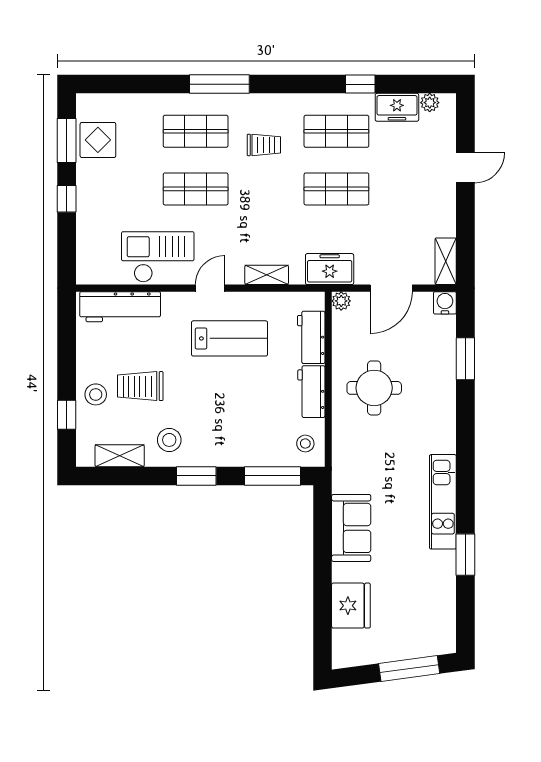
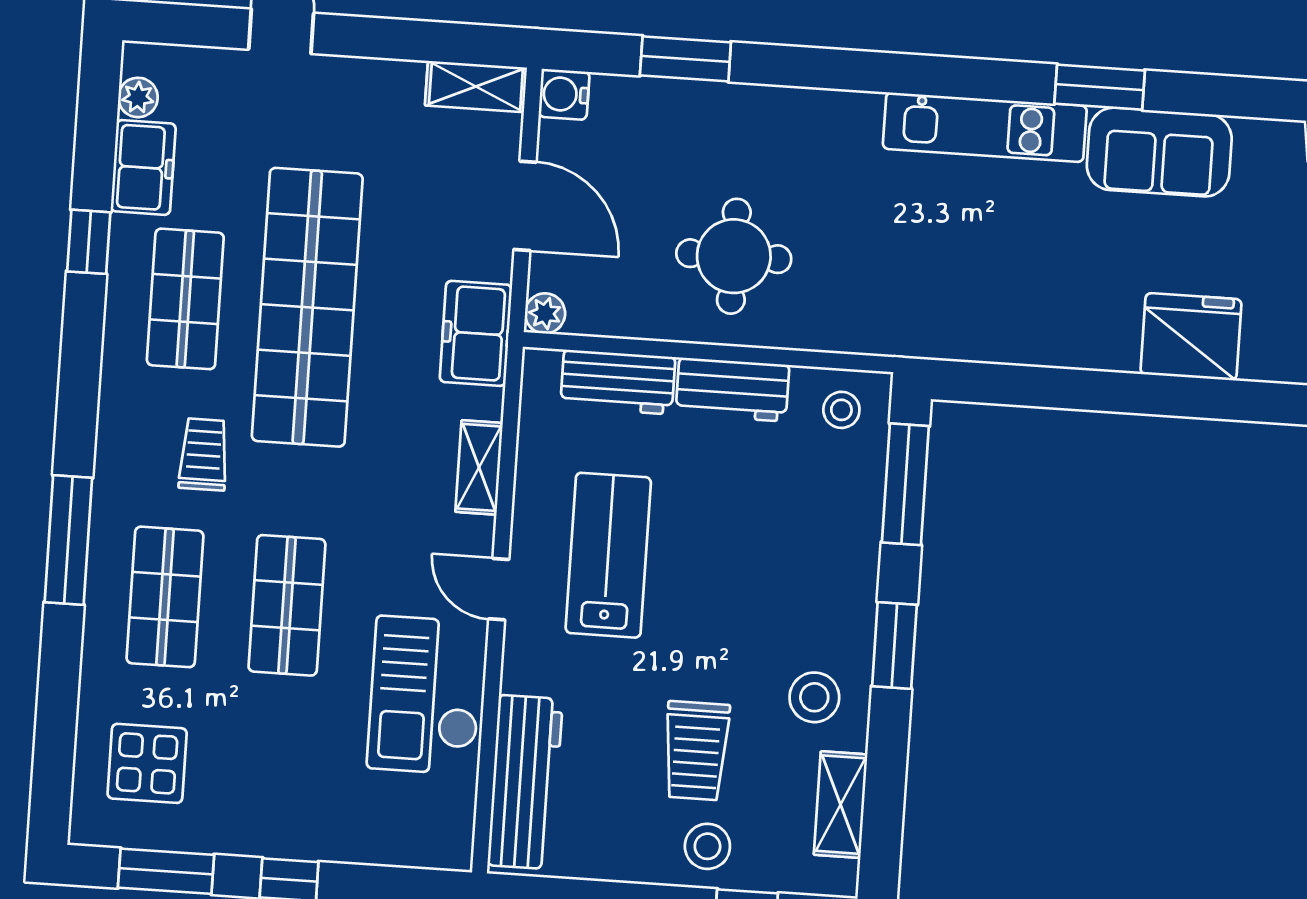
display table: (98, 140) -> (147, 763), moved
shop shelf: (336, 189) -> (307, 307), width x2.00, depth x1.36
sofa: (351, 528) -> (1159, 152), moved, turned 180

